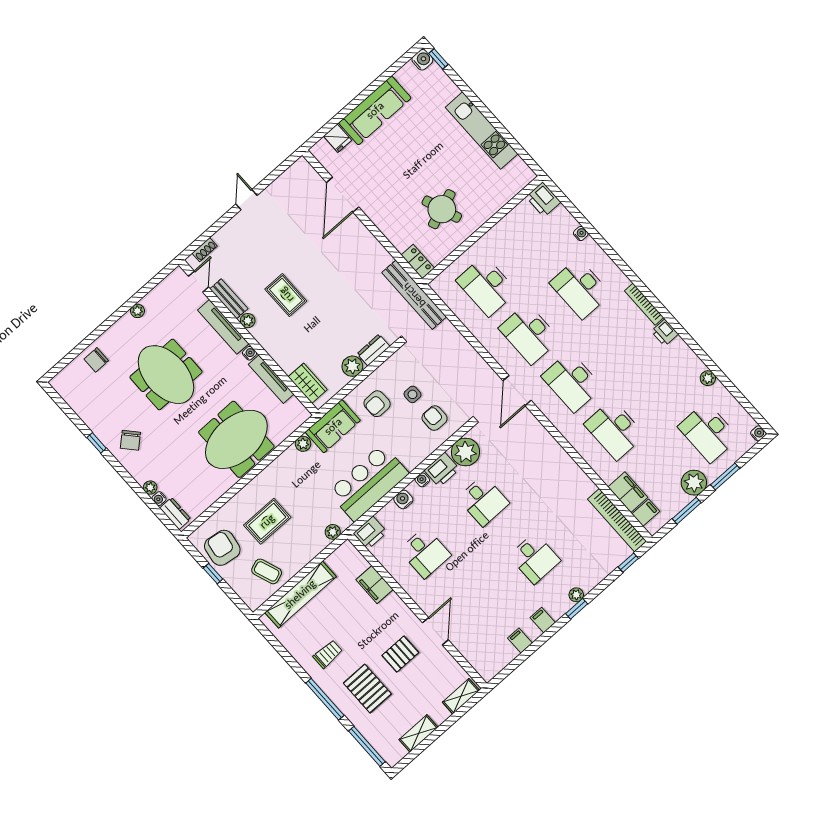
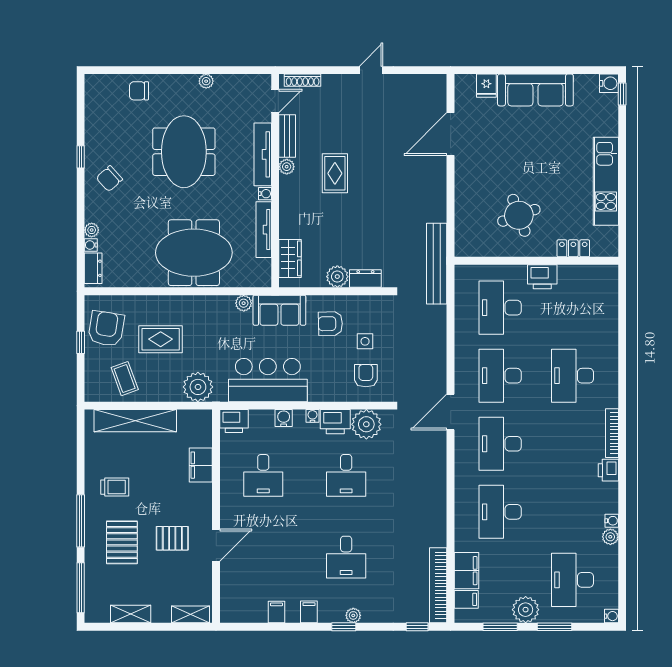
printer: (543, 199) -> (542, 277), moved, turned -90
water cooler: (581, 233) -> (612, 521), moved
shoe rack: (205, 250) -> (303, 80), width x1.43
locker: (418, 262) -> (573, 248), moved, turned -90
plant: (333, 532) -> (198, 387), width x1.87, depth x1.87

